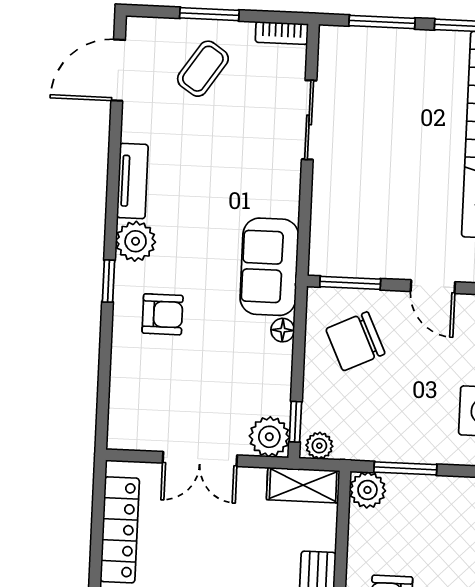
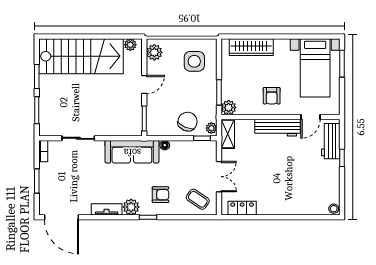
coffee table: (203, 69) -> (198, 199), moved
door: (118, 70) -> (61, 217), width x1.36
sofa: (269, 267) -> (132, 152), width x1.36
armchair: (163, 314) -> (161, 195), turned 90
chair: (355, 341) -> (188, 122), moved, turned -132
plant: (269, 437) -> (209, 149), removed
locker: (120, 530) -> (242, 208), width x0.66

